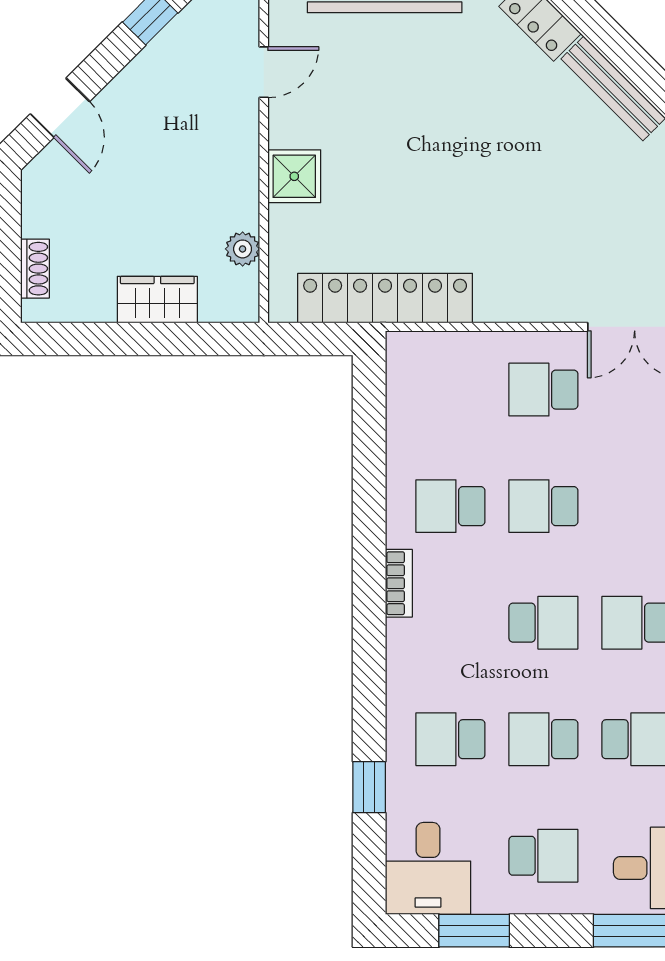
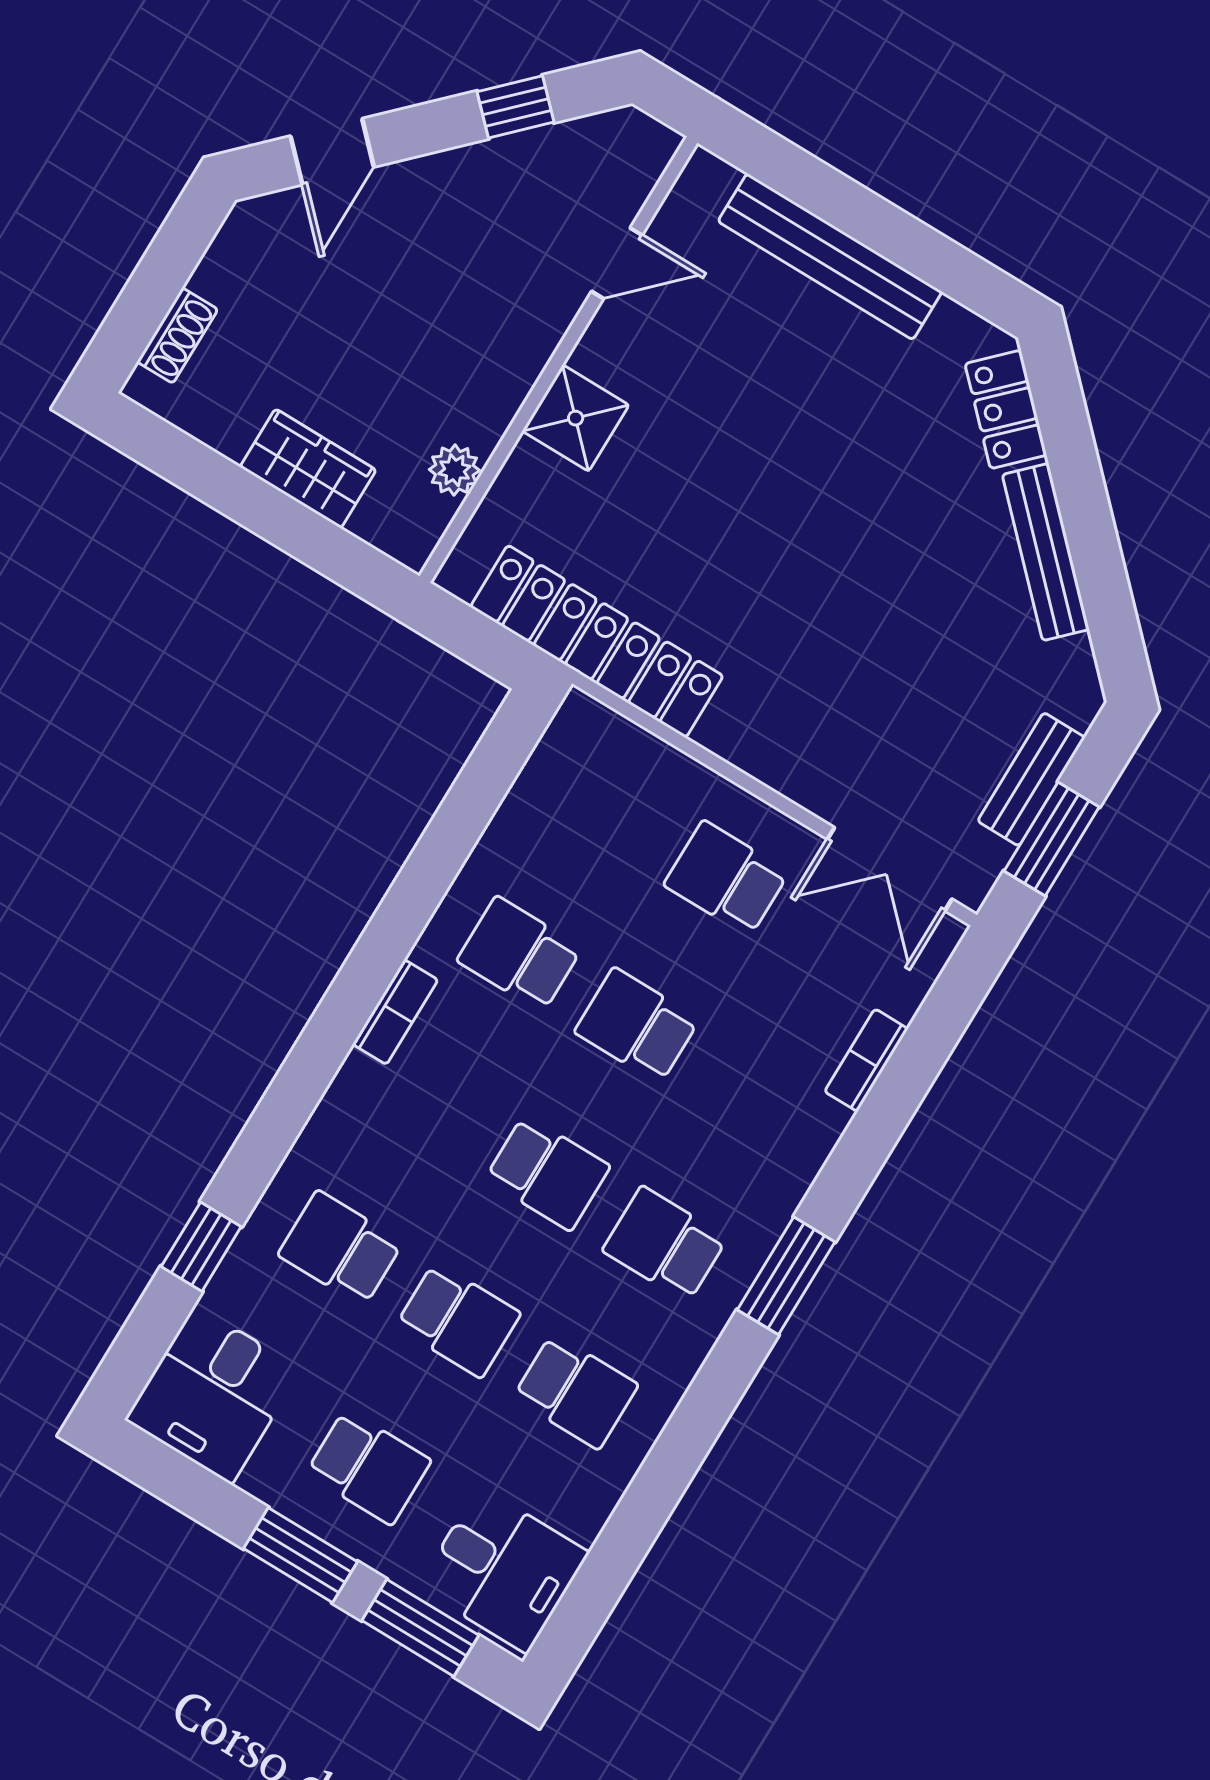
school desk: (543, 739) -> (458, 1320), turned 180
window: (474, 931) -> (300, 1555), moved

